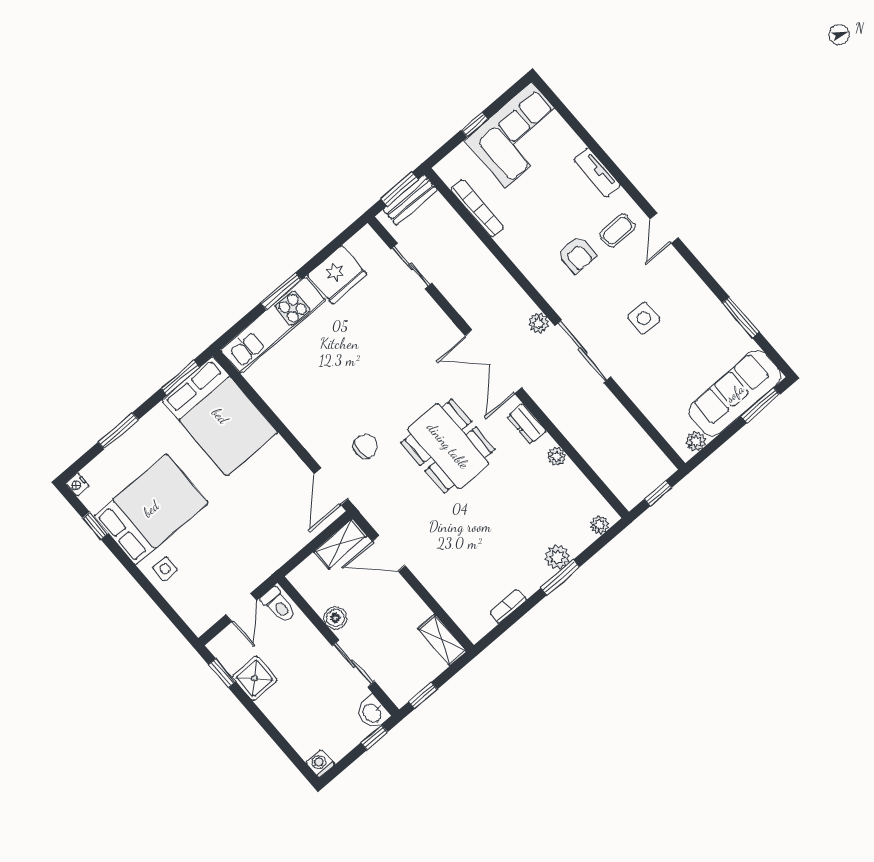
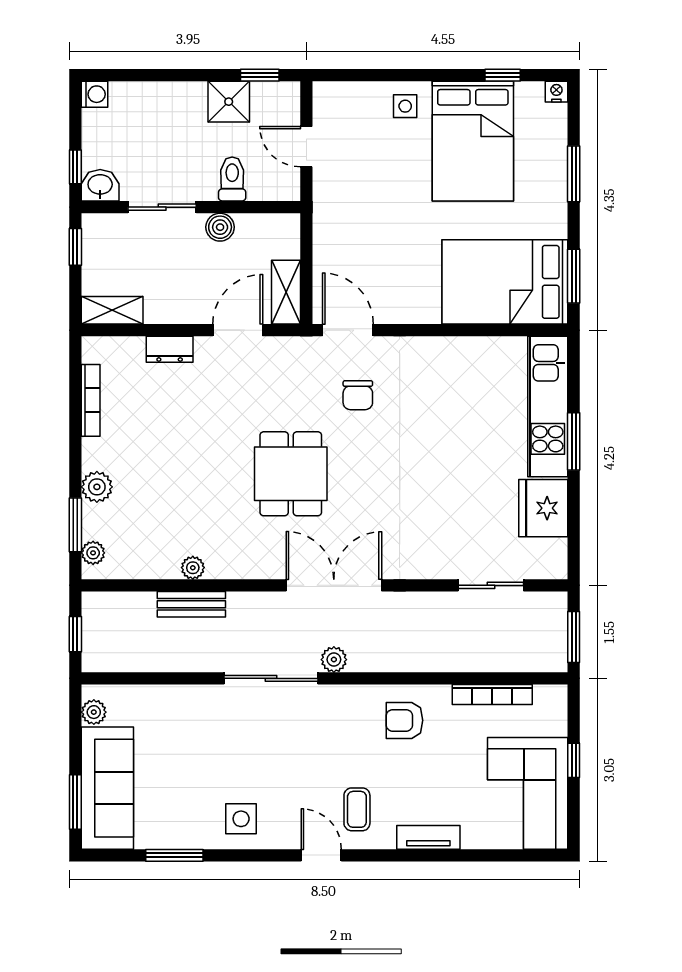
bench: (410, 200) -> (191, 604), moved, turned 90
armchair: (577, 255) -> (404, 720), moved
side table: (644, 318) -> (241, 819), moved
dresser: (527, 424) -> (170, 349), moved, turned 180
dining table: (448, 446) -> (291, 474), width x0.73
window: (560, 577) -> (75, 525), moved
toilet: (278, 605) -> (232, 179), moved, turned 90
bookcase: (508, 606) -> (91, 400), width x1.56

